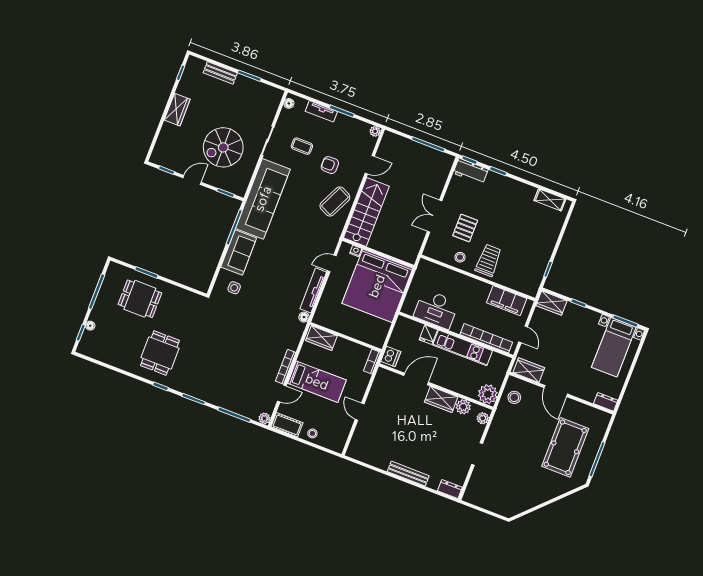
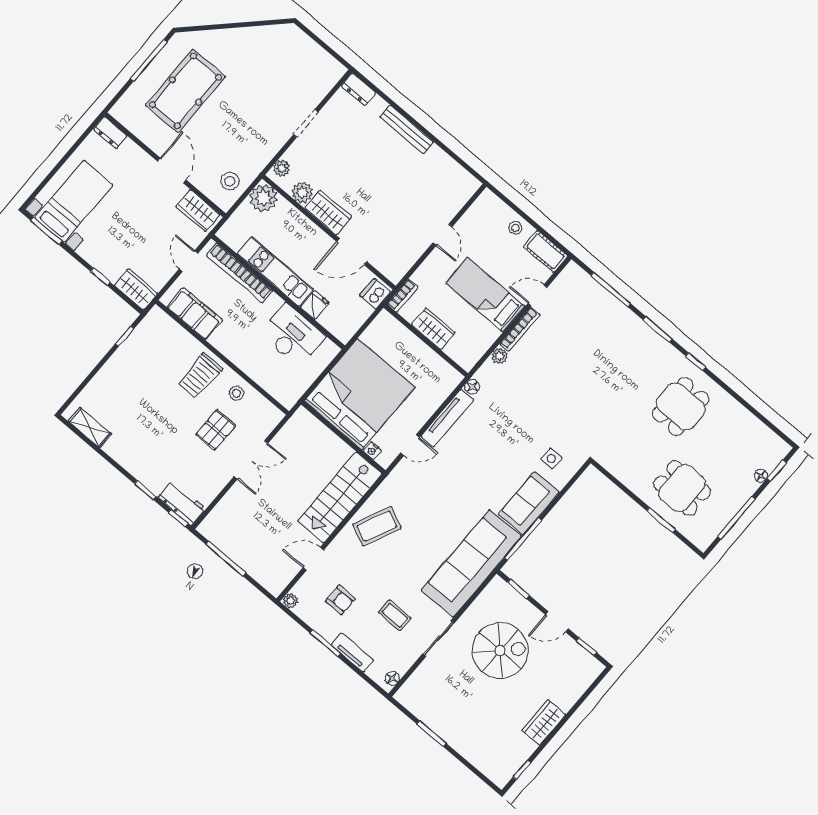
bench: (220, 73) -> (469, 751), removed
armchair: (330, 165) -> (340, 600), moved
wardrobe: (321, 338) -> (433, 329), moved
plant: (264, 418) -> (499, 356), moved

